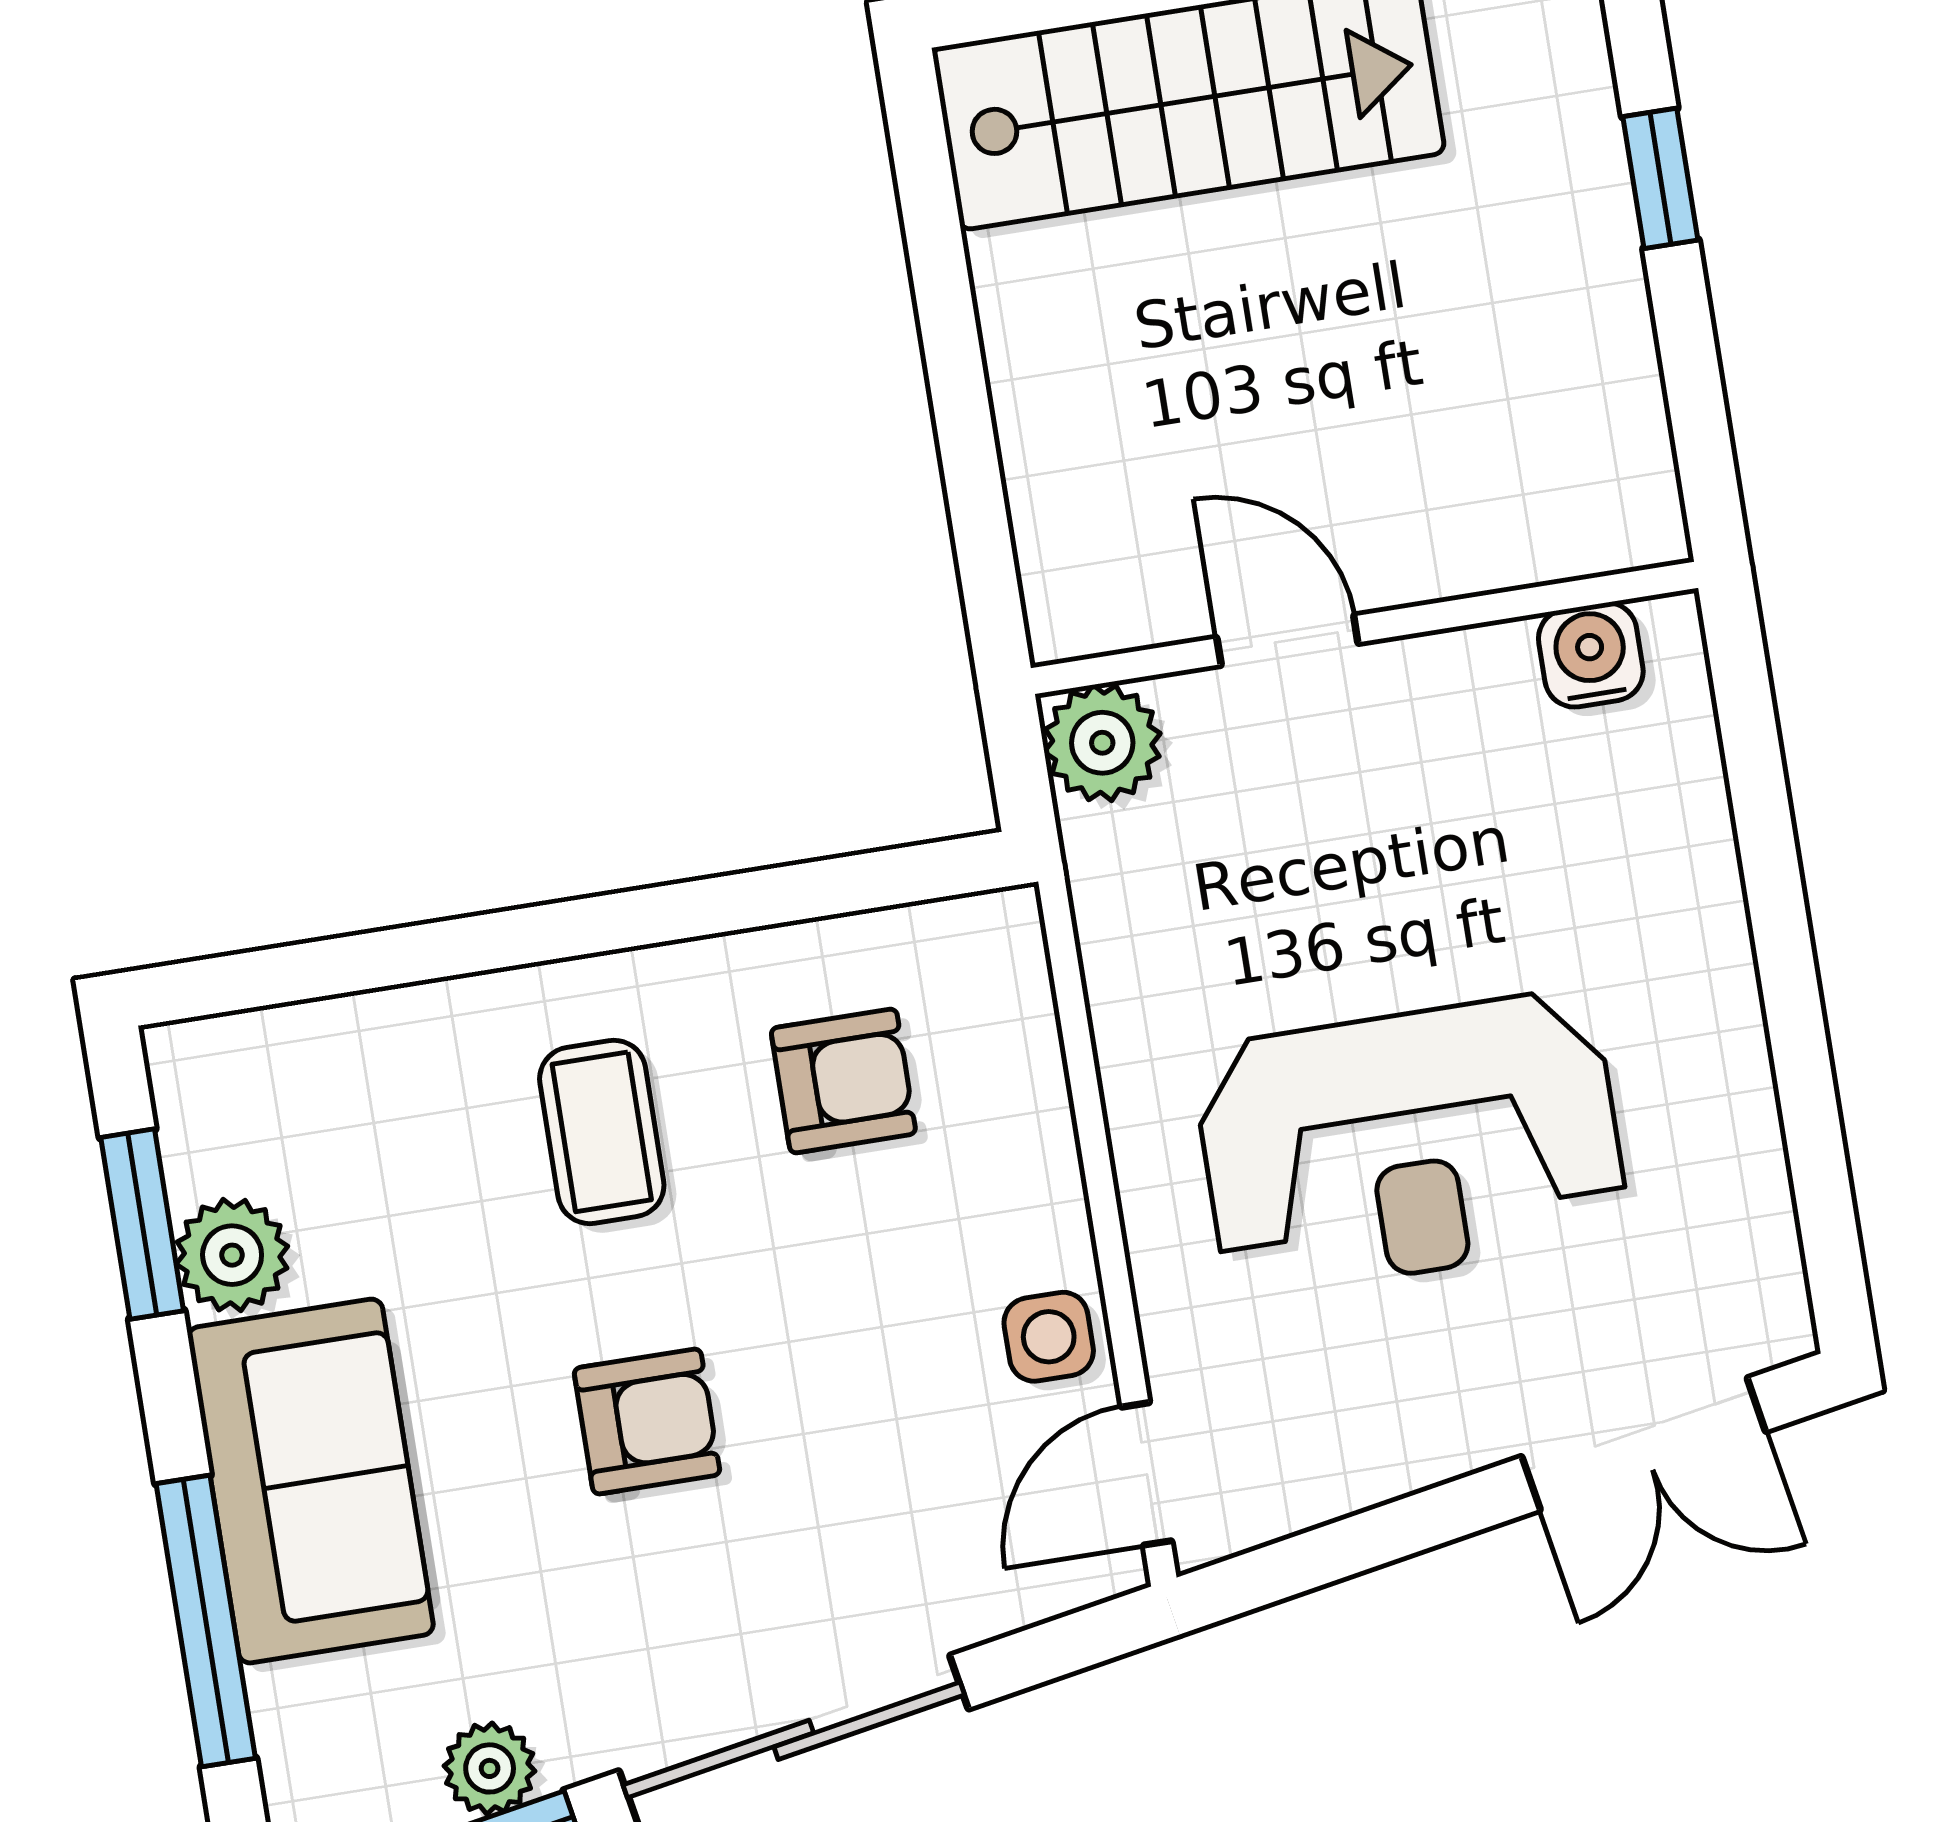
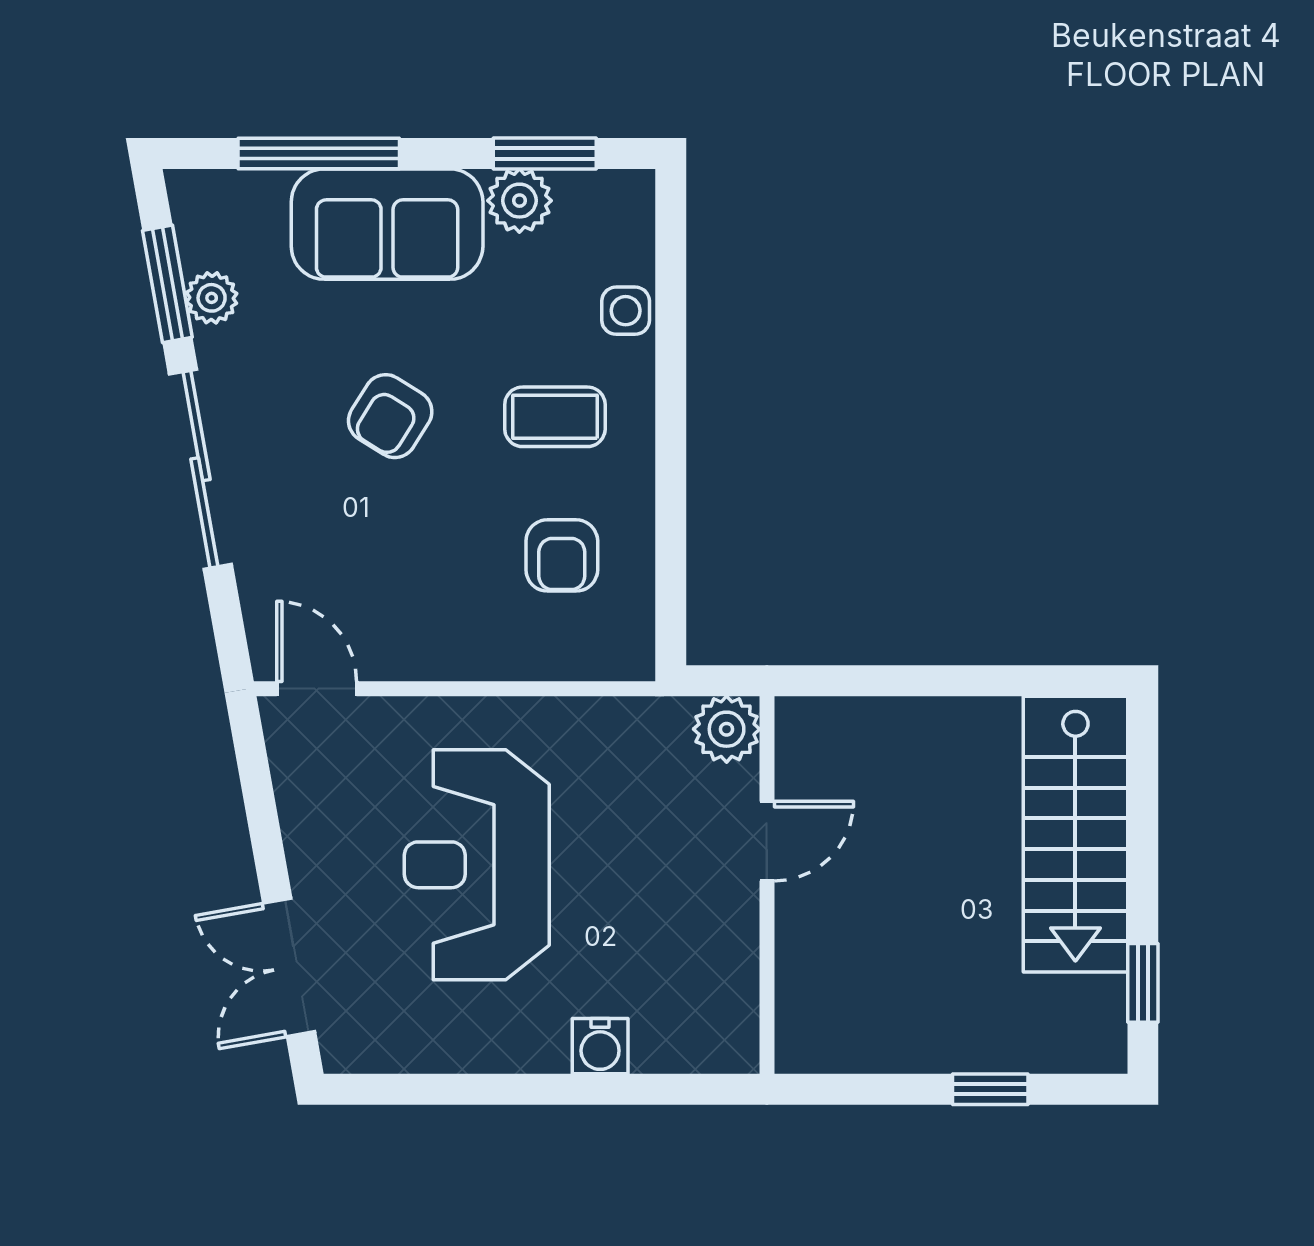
water cooler: (1591, 655) -> (600, 1046), moved, turned 90
side table: (1049, 1337) -> (626, 311), moved
armchair: (647, 1422) -> (390, 416), turned 32

